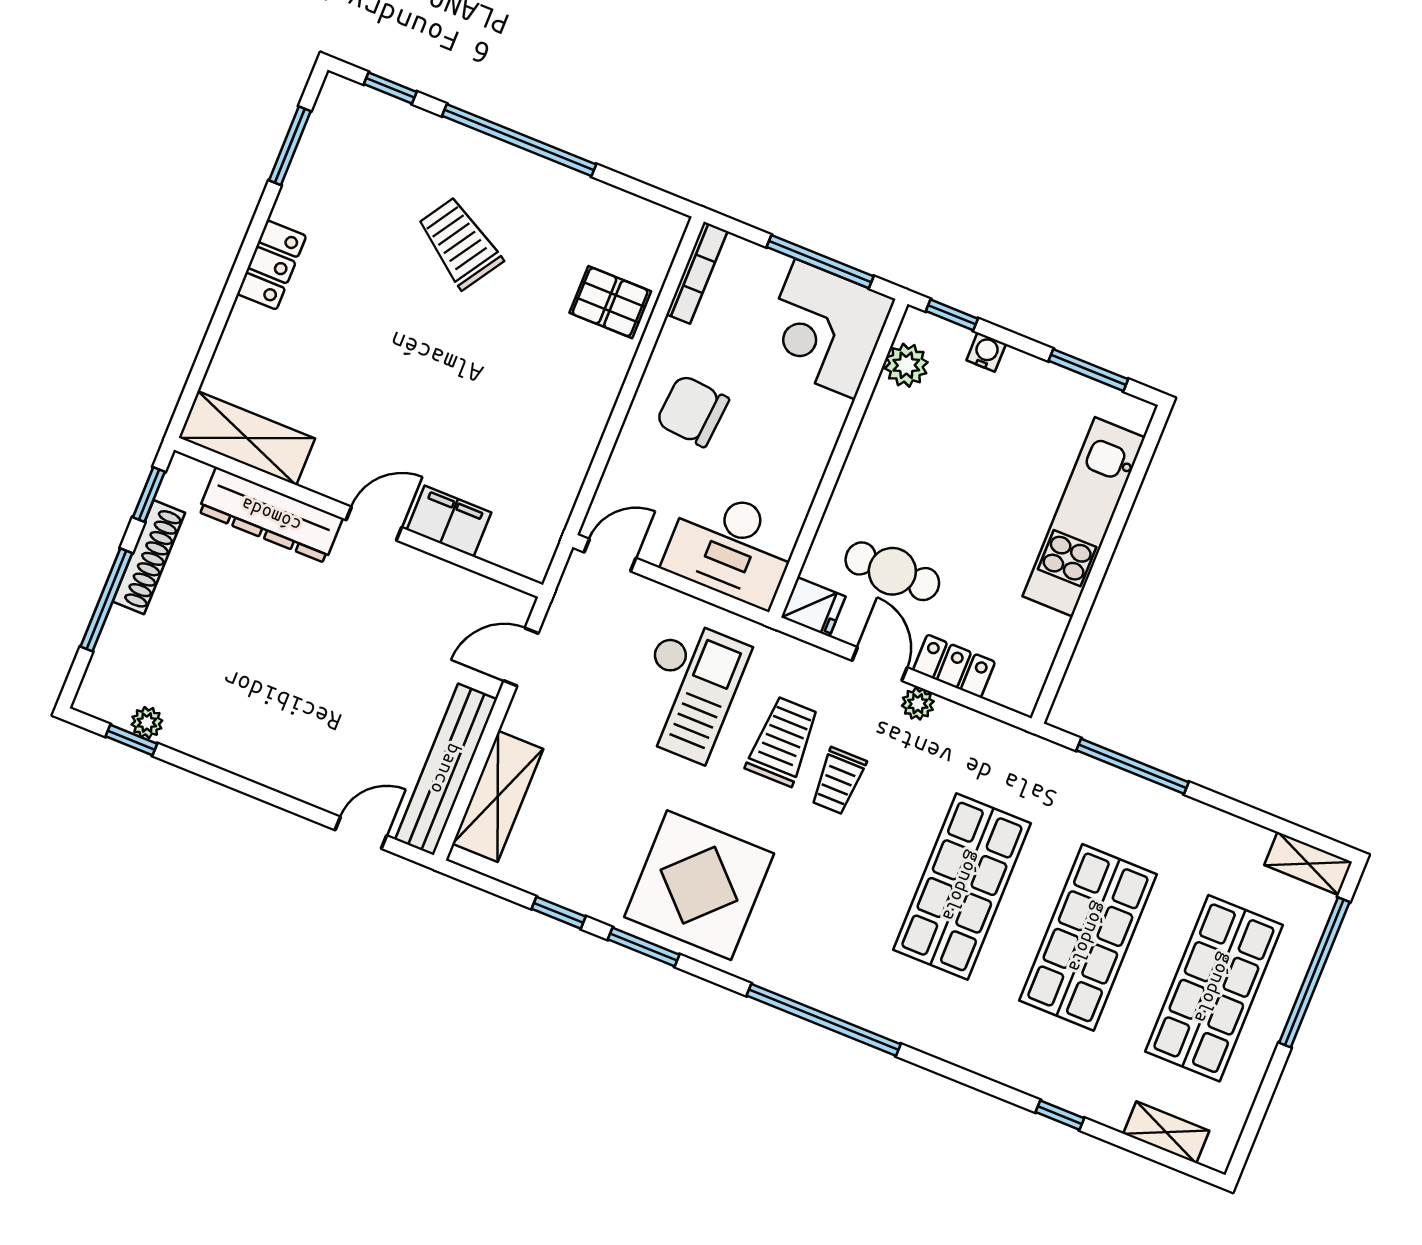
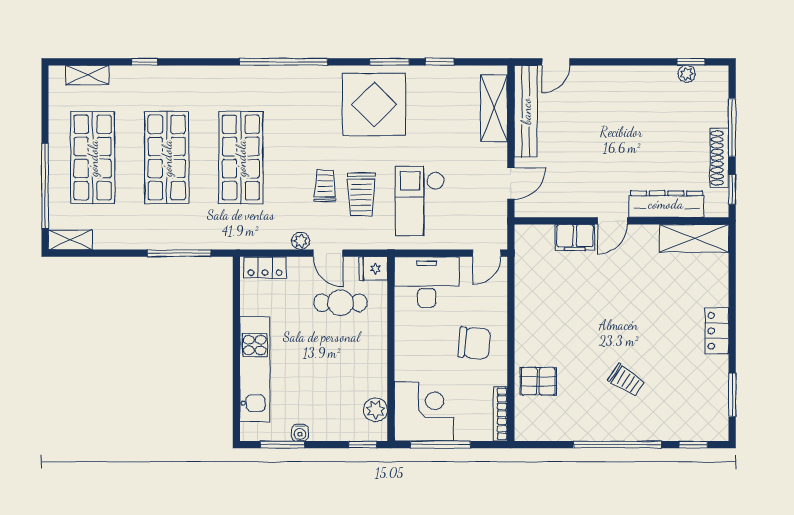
trolley: (460, 243) -> (626, 380), width x0.73, depth x0.72
water cooler: (986, 352) -> (300, 433), moved
locker: (954, 666) -> (265, 267), moved

